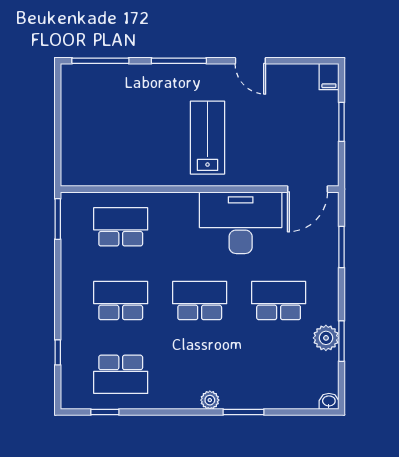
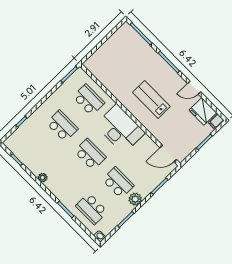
door: (250, 61) -> (194, 88), hinge flipped
fridge: (296, 81) -> (203, 111), added
lab bench: (208, 138) -> (151, 99), turned -90
desk: (241, 223) -> (120, 129), moved
plant: (326, 338) -> (135, 199), moved
school desk: (121, 374) -> (92, 209), moved
plant: (210, 400) -> (43, 178), moved

